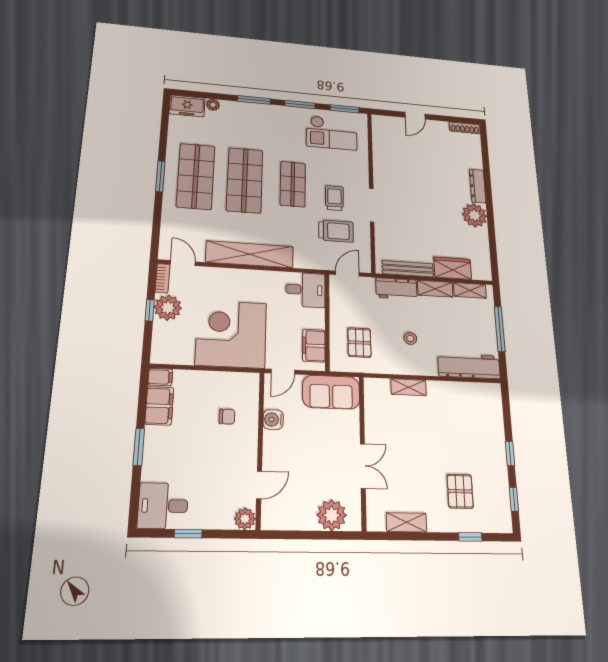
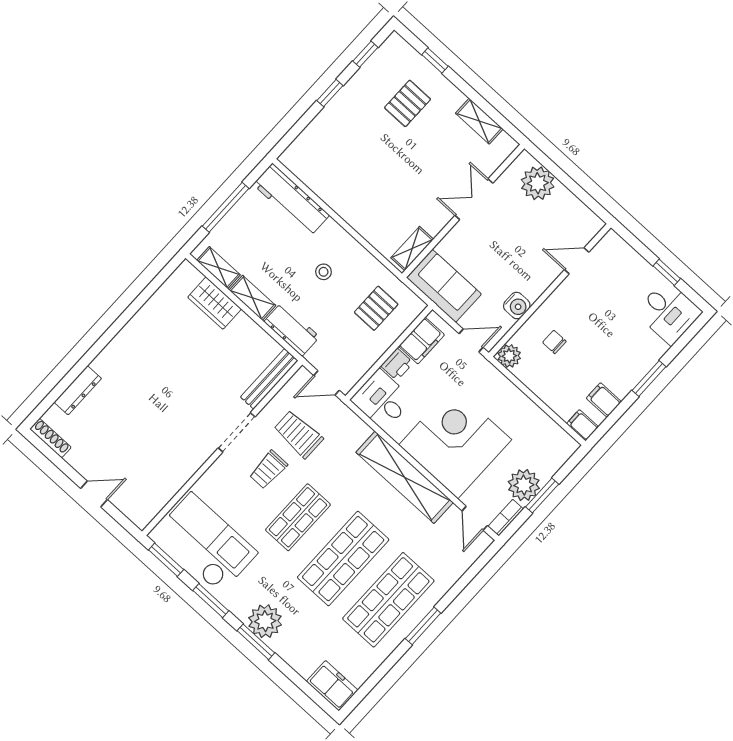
plant: (213, 105) -> (265, 621), moved, width x1.87, depth x1.87
checkout: (332, 133) -> (206, 543), width x1.36, depth x1.21
dresser: (478, 186) -> (78, 390), moved
plant: (475, 215) -> (137, 337), removed
bench: (408, 269) -> (269, 379), moved, turned 90
window: (150, 310) -> (542, 496), width x1.50
printer: (316, 319) -> (397, 364), added
corner desk: (231, 334) -> (455, 442), moved, turned 180
shelving: (409, 387) -> (412, 248), moved, turned 90
filing cabinet: (159, 406) -> (604, 400), width x0.50
plant: (245, 519) -> (509, 356), moved

